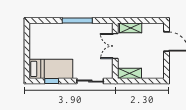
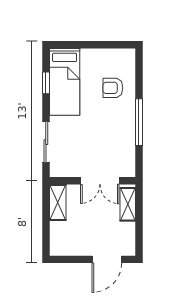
armchair: (55, 37) -> (113, 88), added
double door: (115, 46) -> (100, 181), swing flipped

